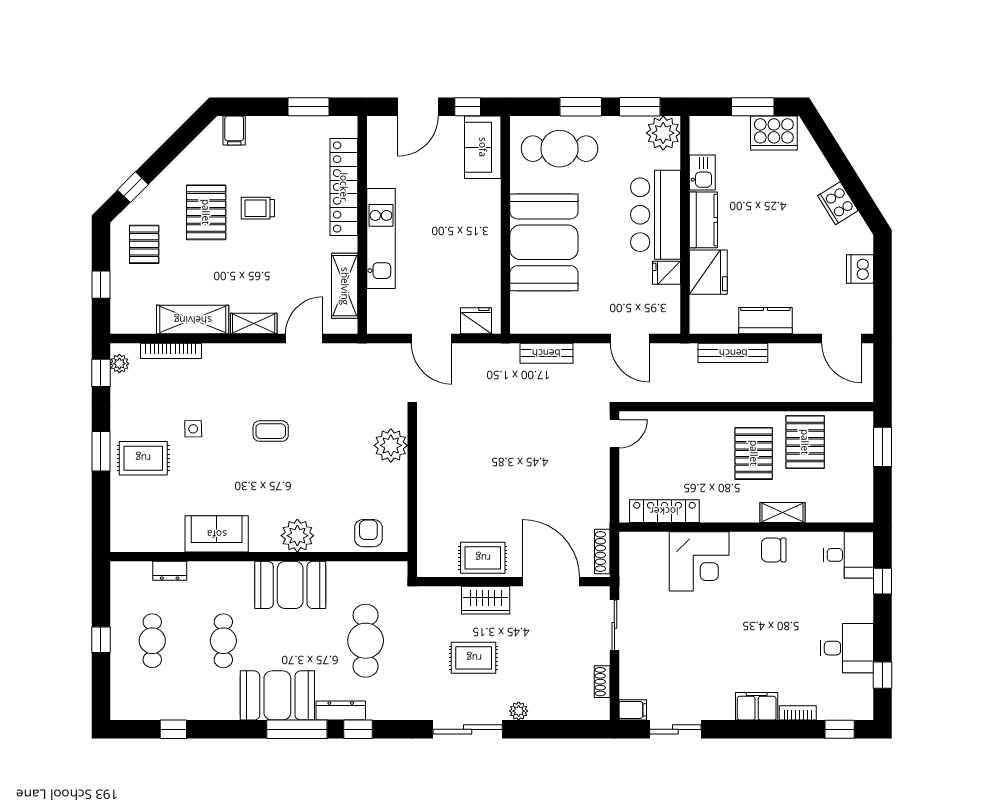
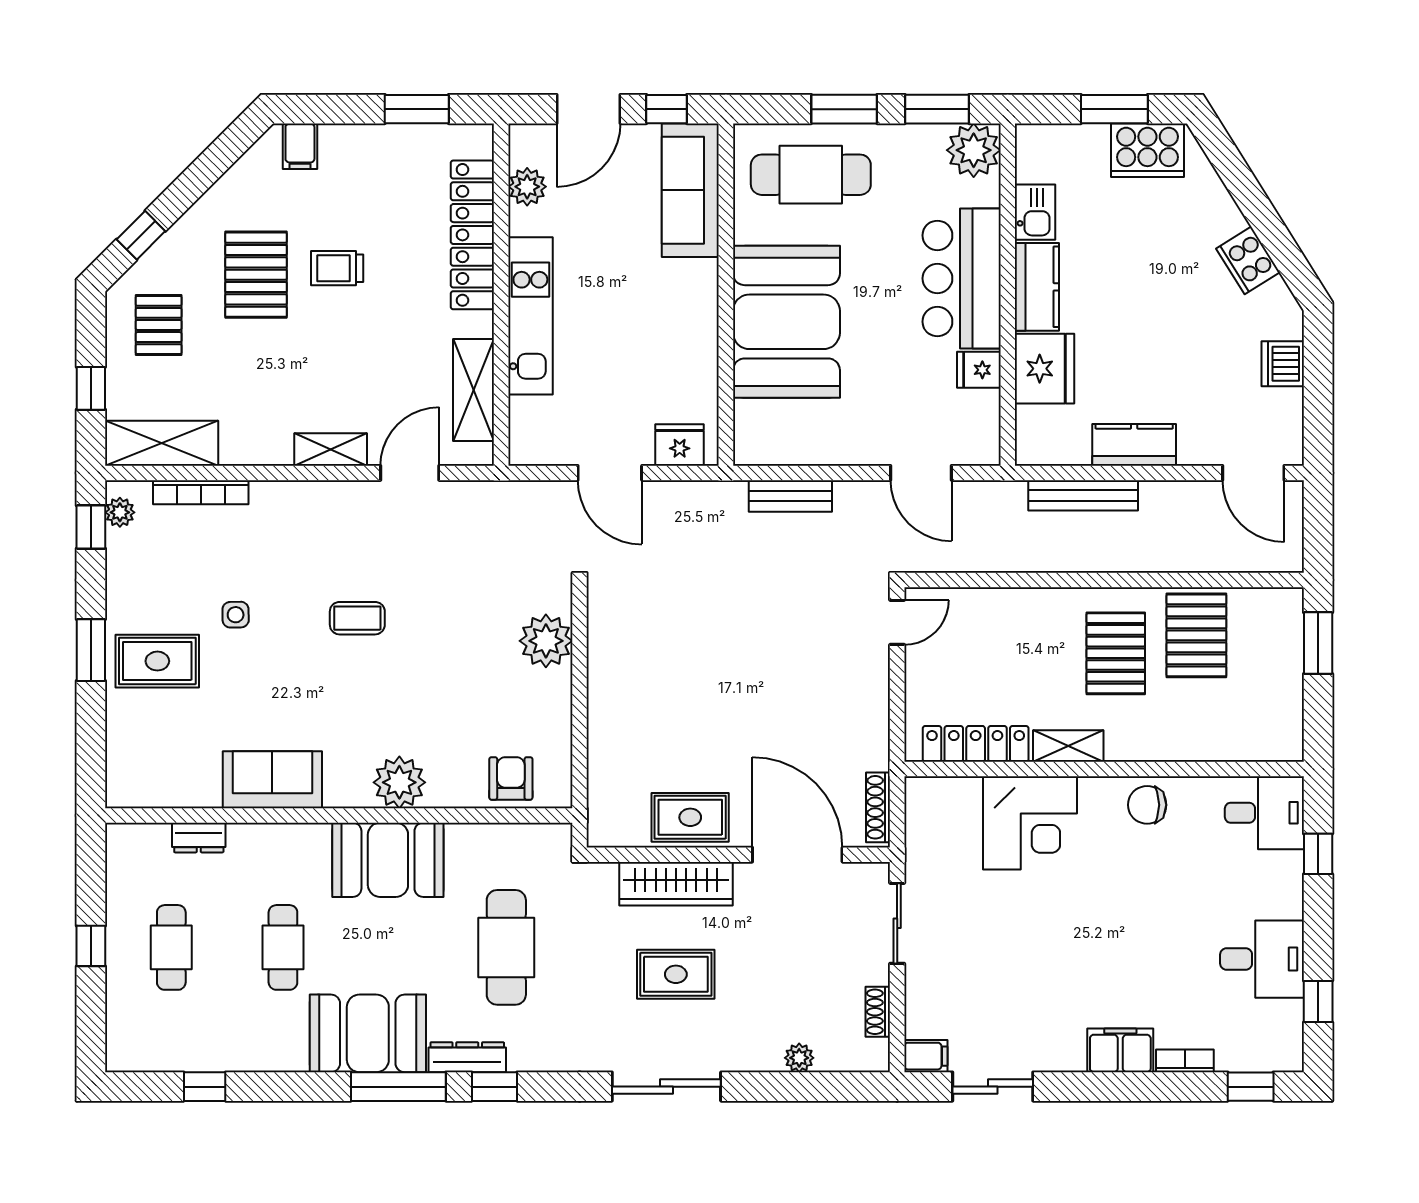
sofa: (483, 147) -> (690, 190), width x1.36
plant: (379, 156) -> (527, 187), added
shelving: (193, 320) -> (162, 443), moved
shelving: (782, 512) -> (1068, 746), moved
wardrobe: (486, 600) -> (676, 884), width x1.50
plant: (519, 711) -> (799, 1058), moved

